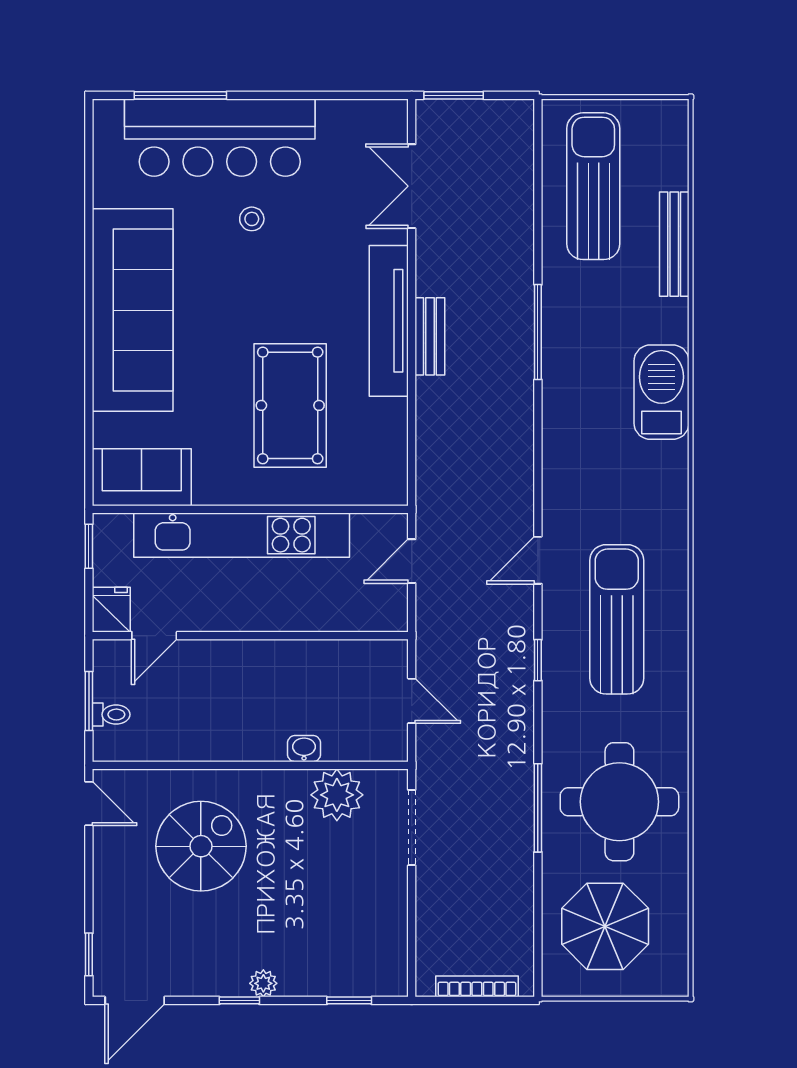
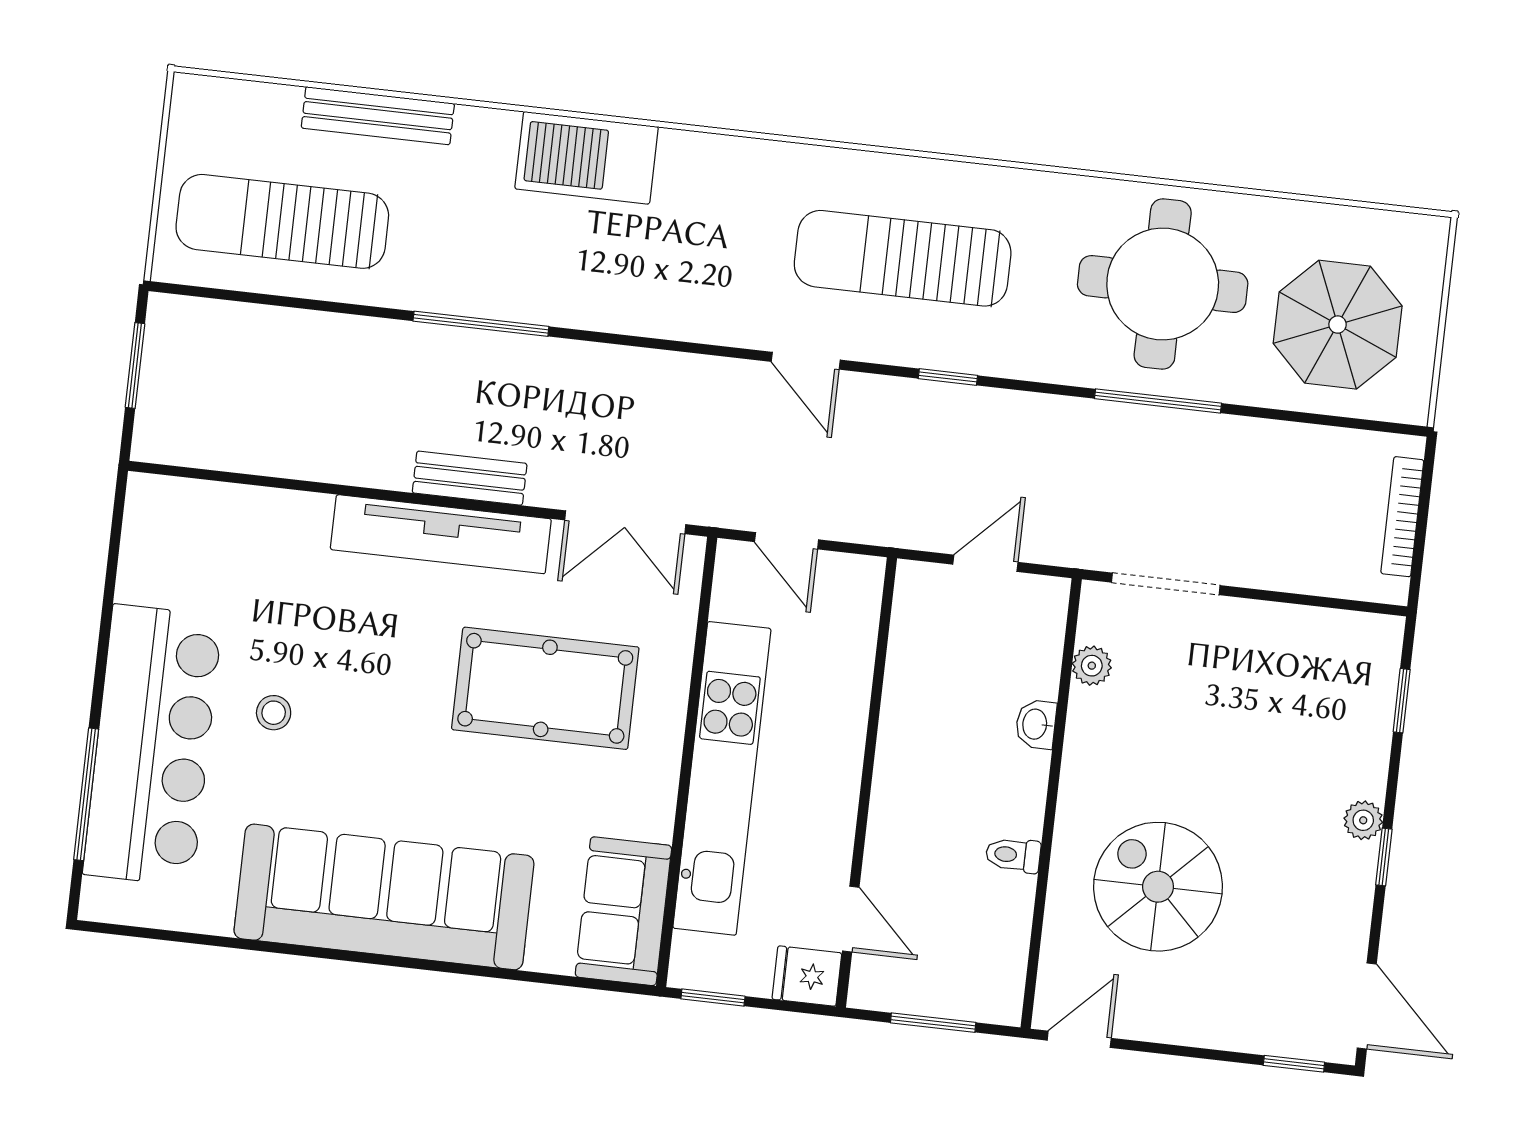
window: (454, 95) -> (135, 366), moved
double door: (412, 186) -> (625, 522), moved
toilet: (111, 715) -> (1013, 855), moved, turned -90
plant: (337, 795) -> (1092, 666), width x0.53, depth x0.53

